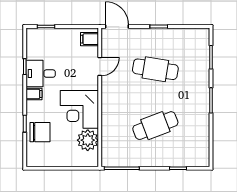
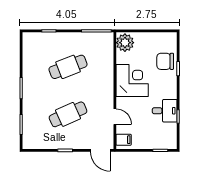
door: (100, 67) -> (115, 117), swing flipped
cafe table: (155, 69) -> (68, 114), turned -33
filing cabinet: (34, 94) -> (170, 93), removed
plant: (88, 140) -> (125, 43), moved

